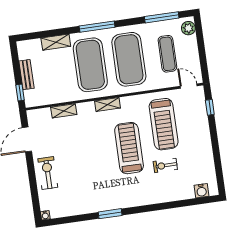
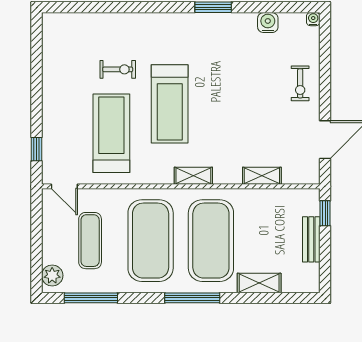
exercise bike: (48, 173) -> (300, 83), width x0.73, depth x0.72
water cooler: (202, 191) -> (268, 23), moved

